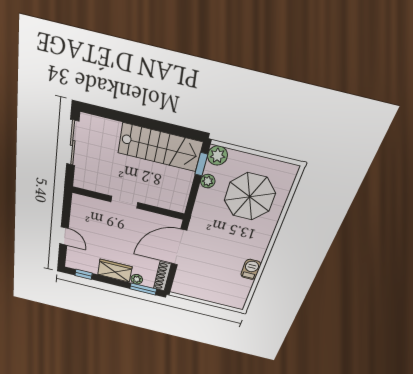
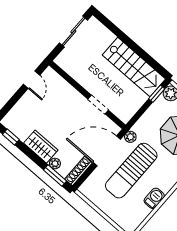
plant: (208, 181) -> (130, 137), moved
doorway: (124, 202) -> (98, 105), moved
door: (64, 236) -> (32, 80), moved
sun lounger: (214, 254) -> (131, 171), added

